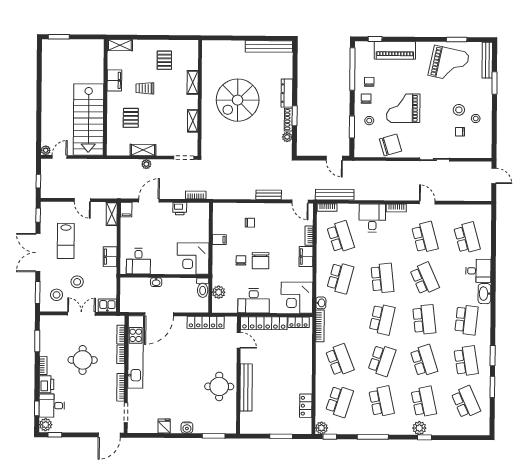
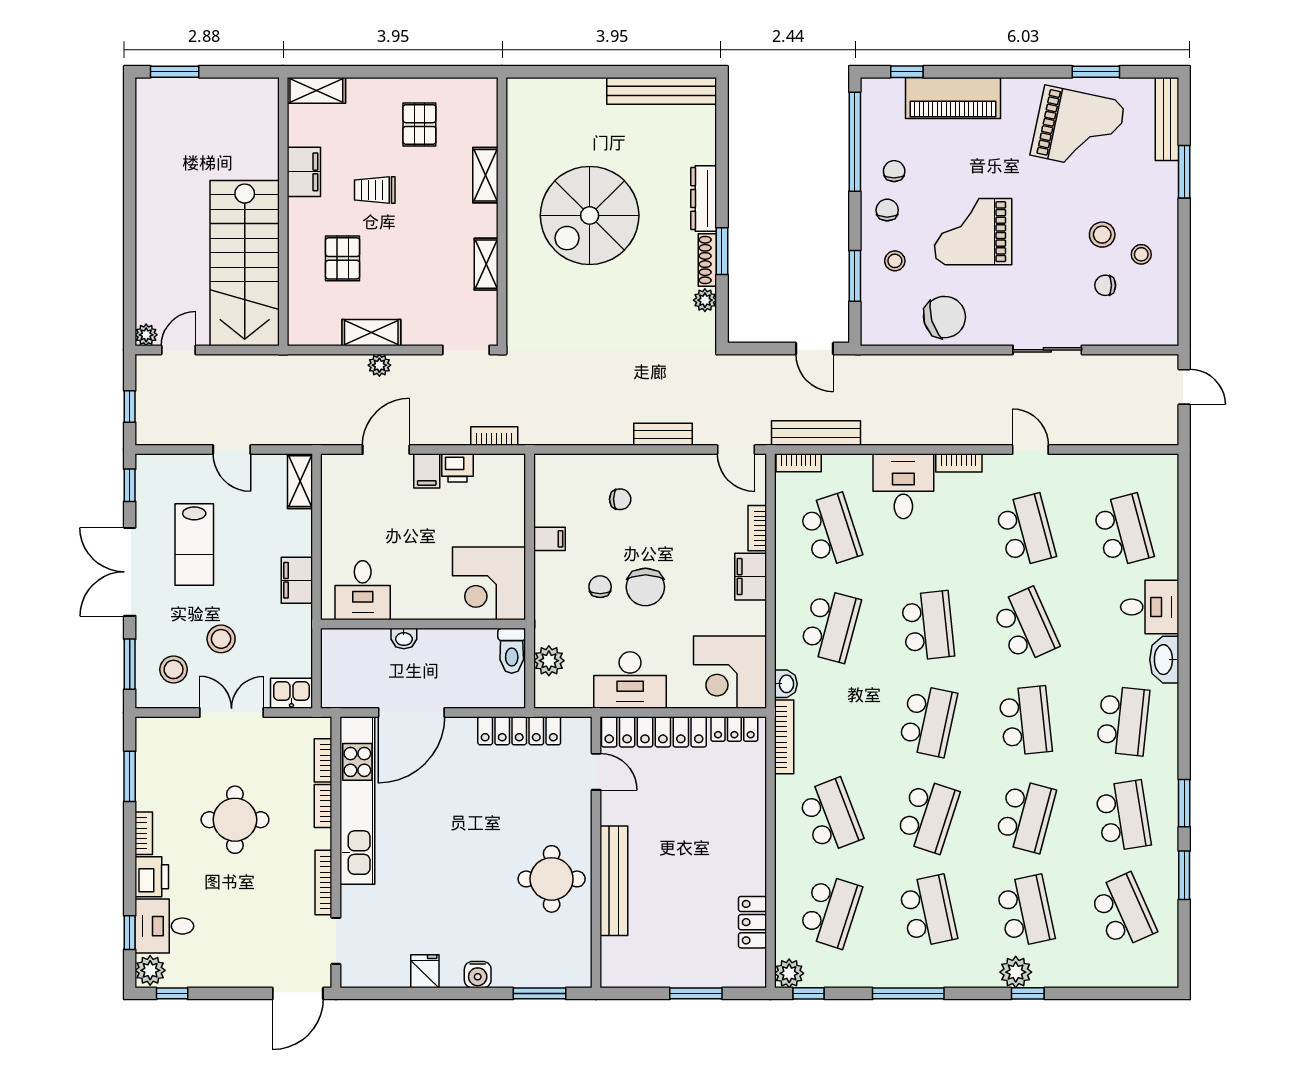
filing cabinet: (126, 210) -> (427, 471), moved
school desk: (424, 361) -> (1025, 816), turned 33

